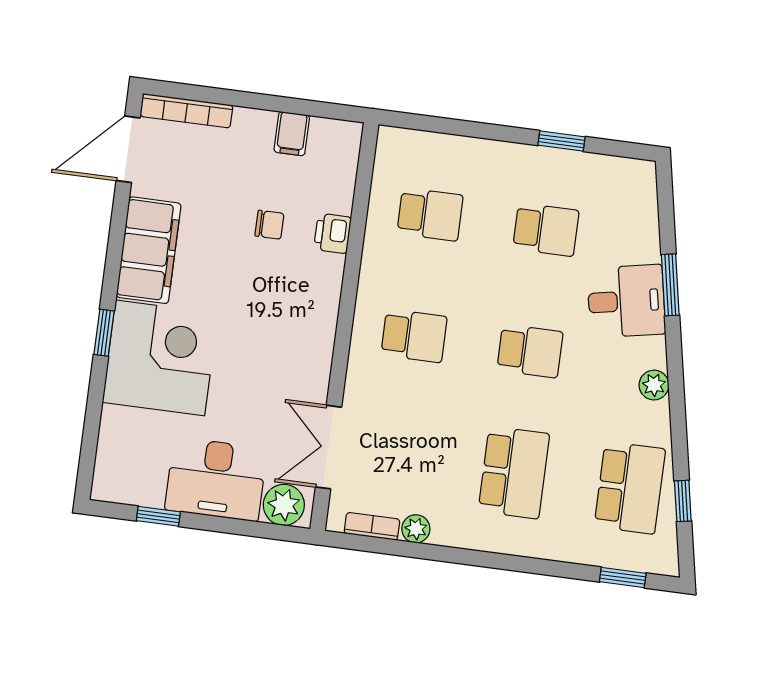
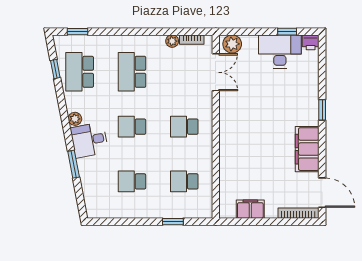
filing cabinet: (292, 134) -> (250, 209), width x2.00
window: (561, 141) -> (173, 222), moved
door: (128, 149) -> (322, 193), hinge flipped
chair: (269, 225) -> (255, 167), removed
printer: (332, 233) -> (311, 42), moved, turned 90
desk: (626, 301) -> (89, 140), moved
corner desk: (160, 358) -> (296, 102), removed
desk: (216, 479) -> (280, 51), moved

